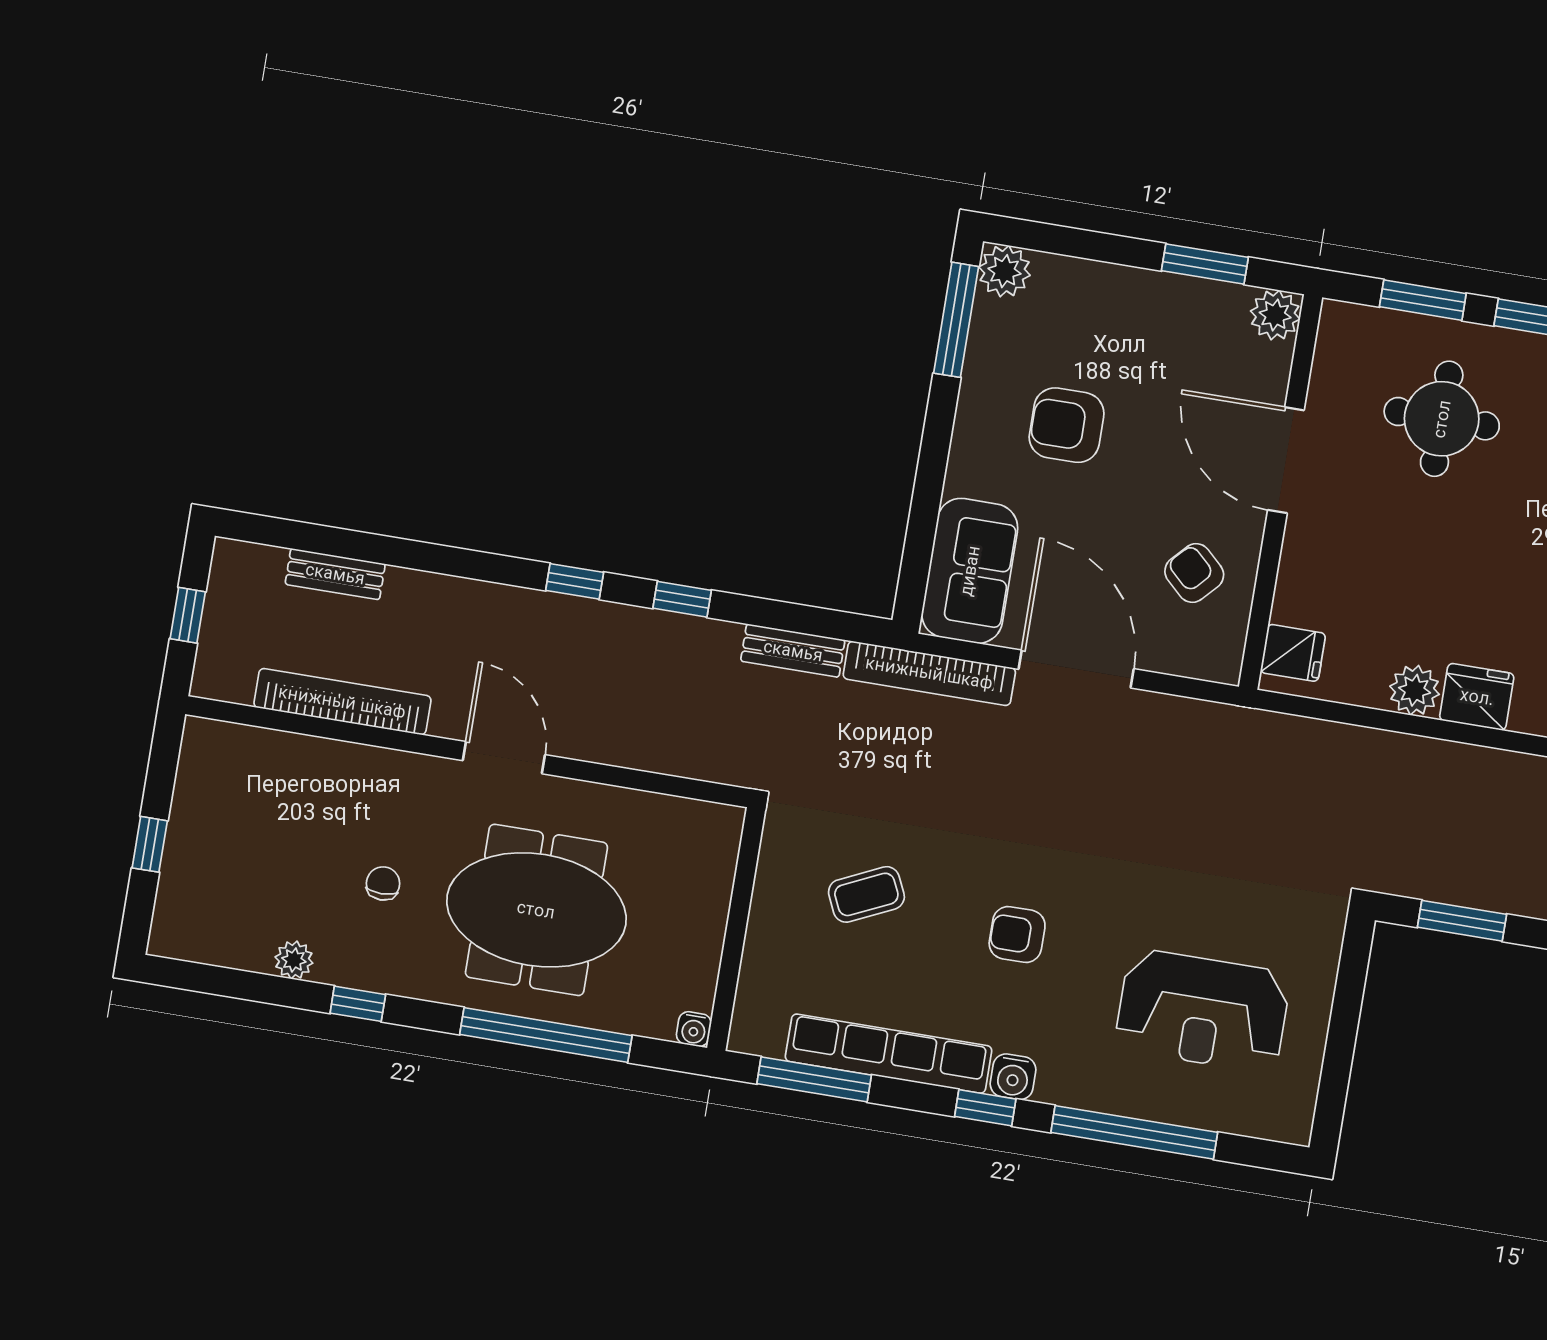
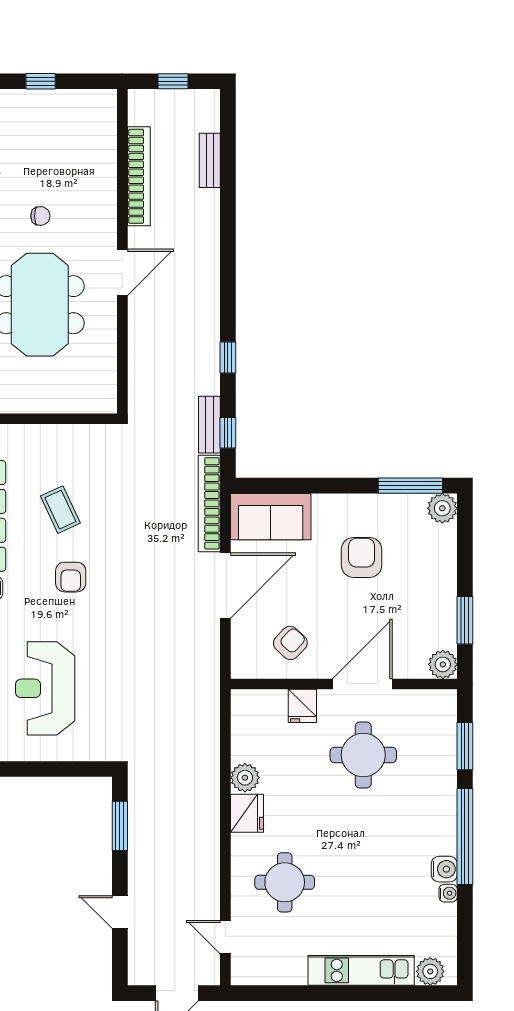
round table: (1442, 419) -> (363, 755), moved
window: (575, 581) -> (228, 433), moved
fridge: (1293, 653) -> (302, 706), moved
coffee table: (866, 894) -> (60, 510), moved
armchair: (1017, 935) -> (71, 577), turned 180

